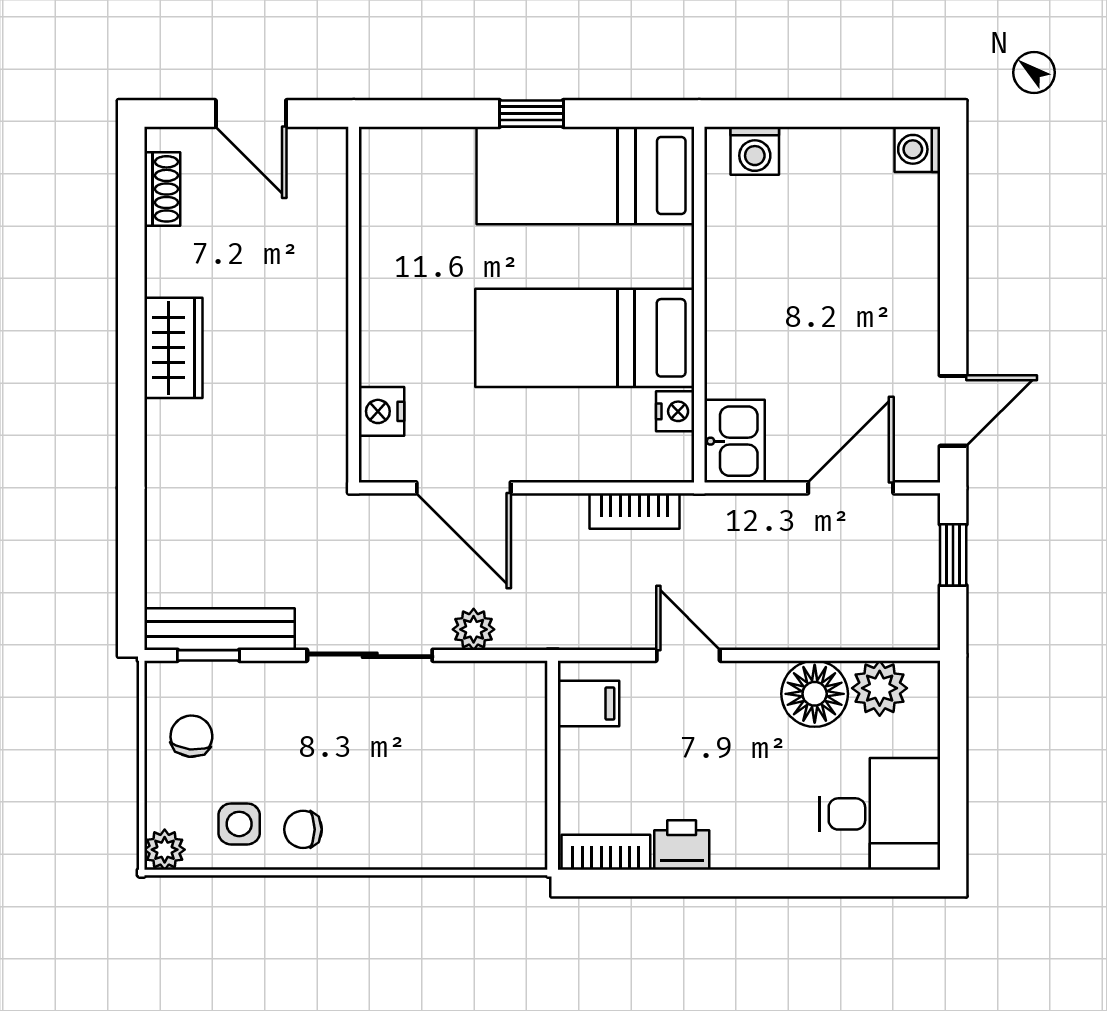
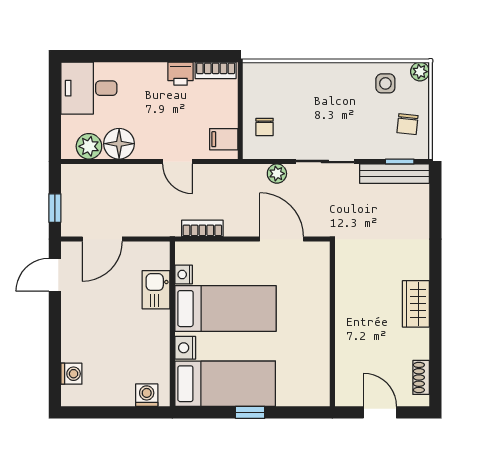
washing machine: (917, 149) -> (71, 374), moved
nightstand: (381, 411) -> (185, 348), moved, turned 180
kitchen sink: (735, 441) -> (156, 290), moved
chair: (303, 829) -> (265, 127), moved, turned 90

